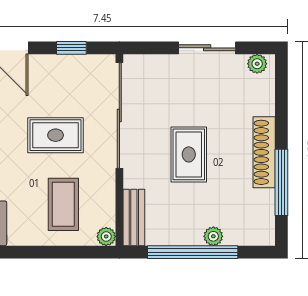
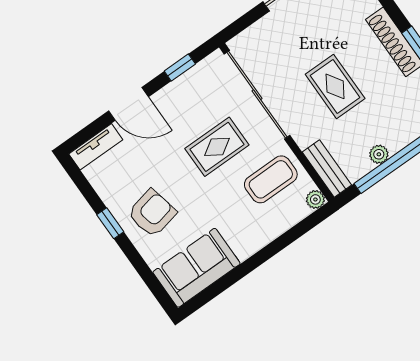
coffee table: (63, 204) -> (271, 179), moved, turned 90
plant: (213, 236) -> (379, 154), moved

